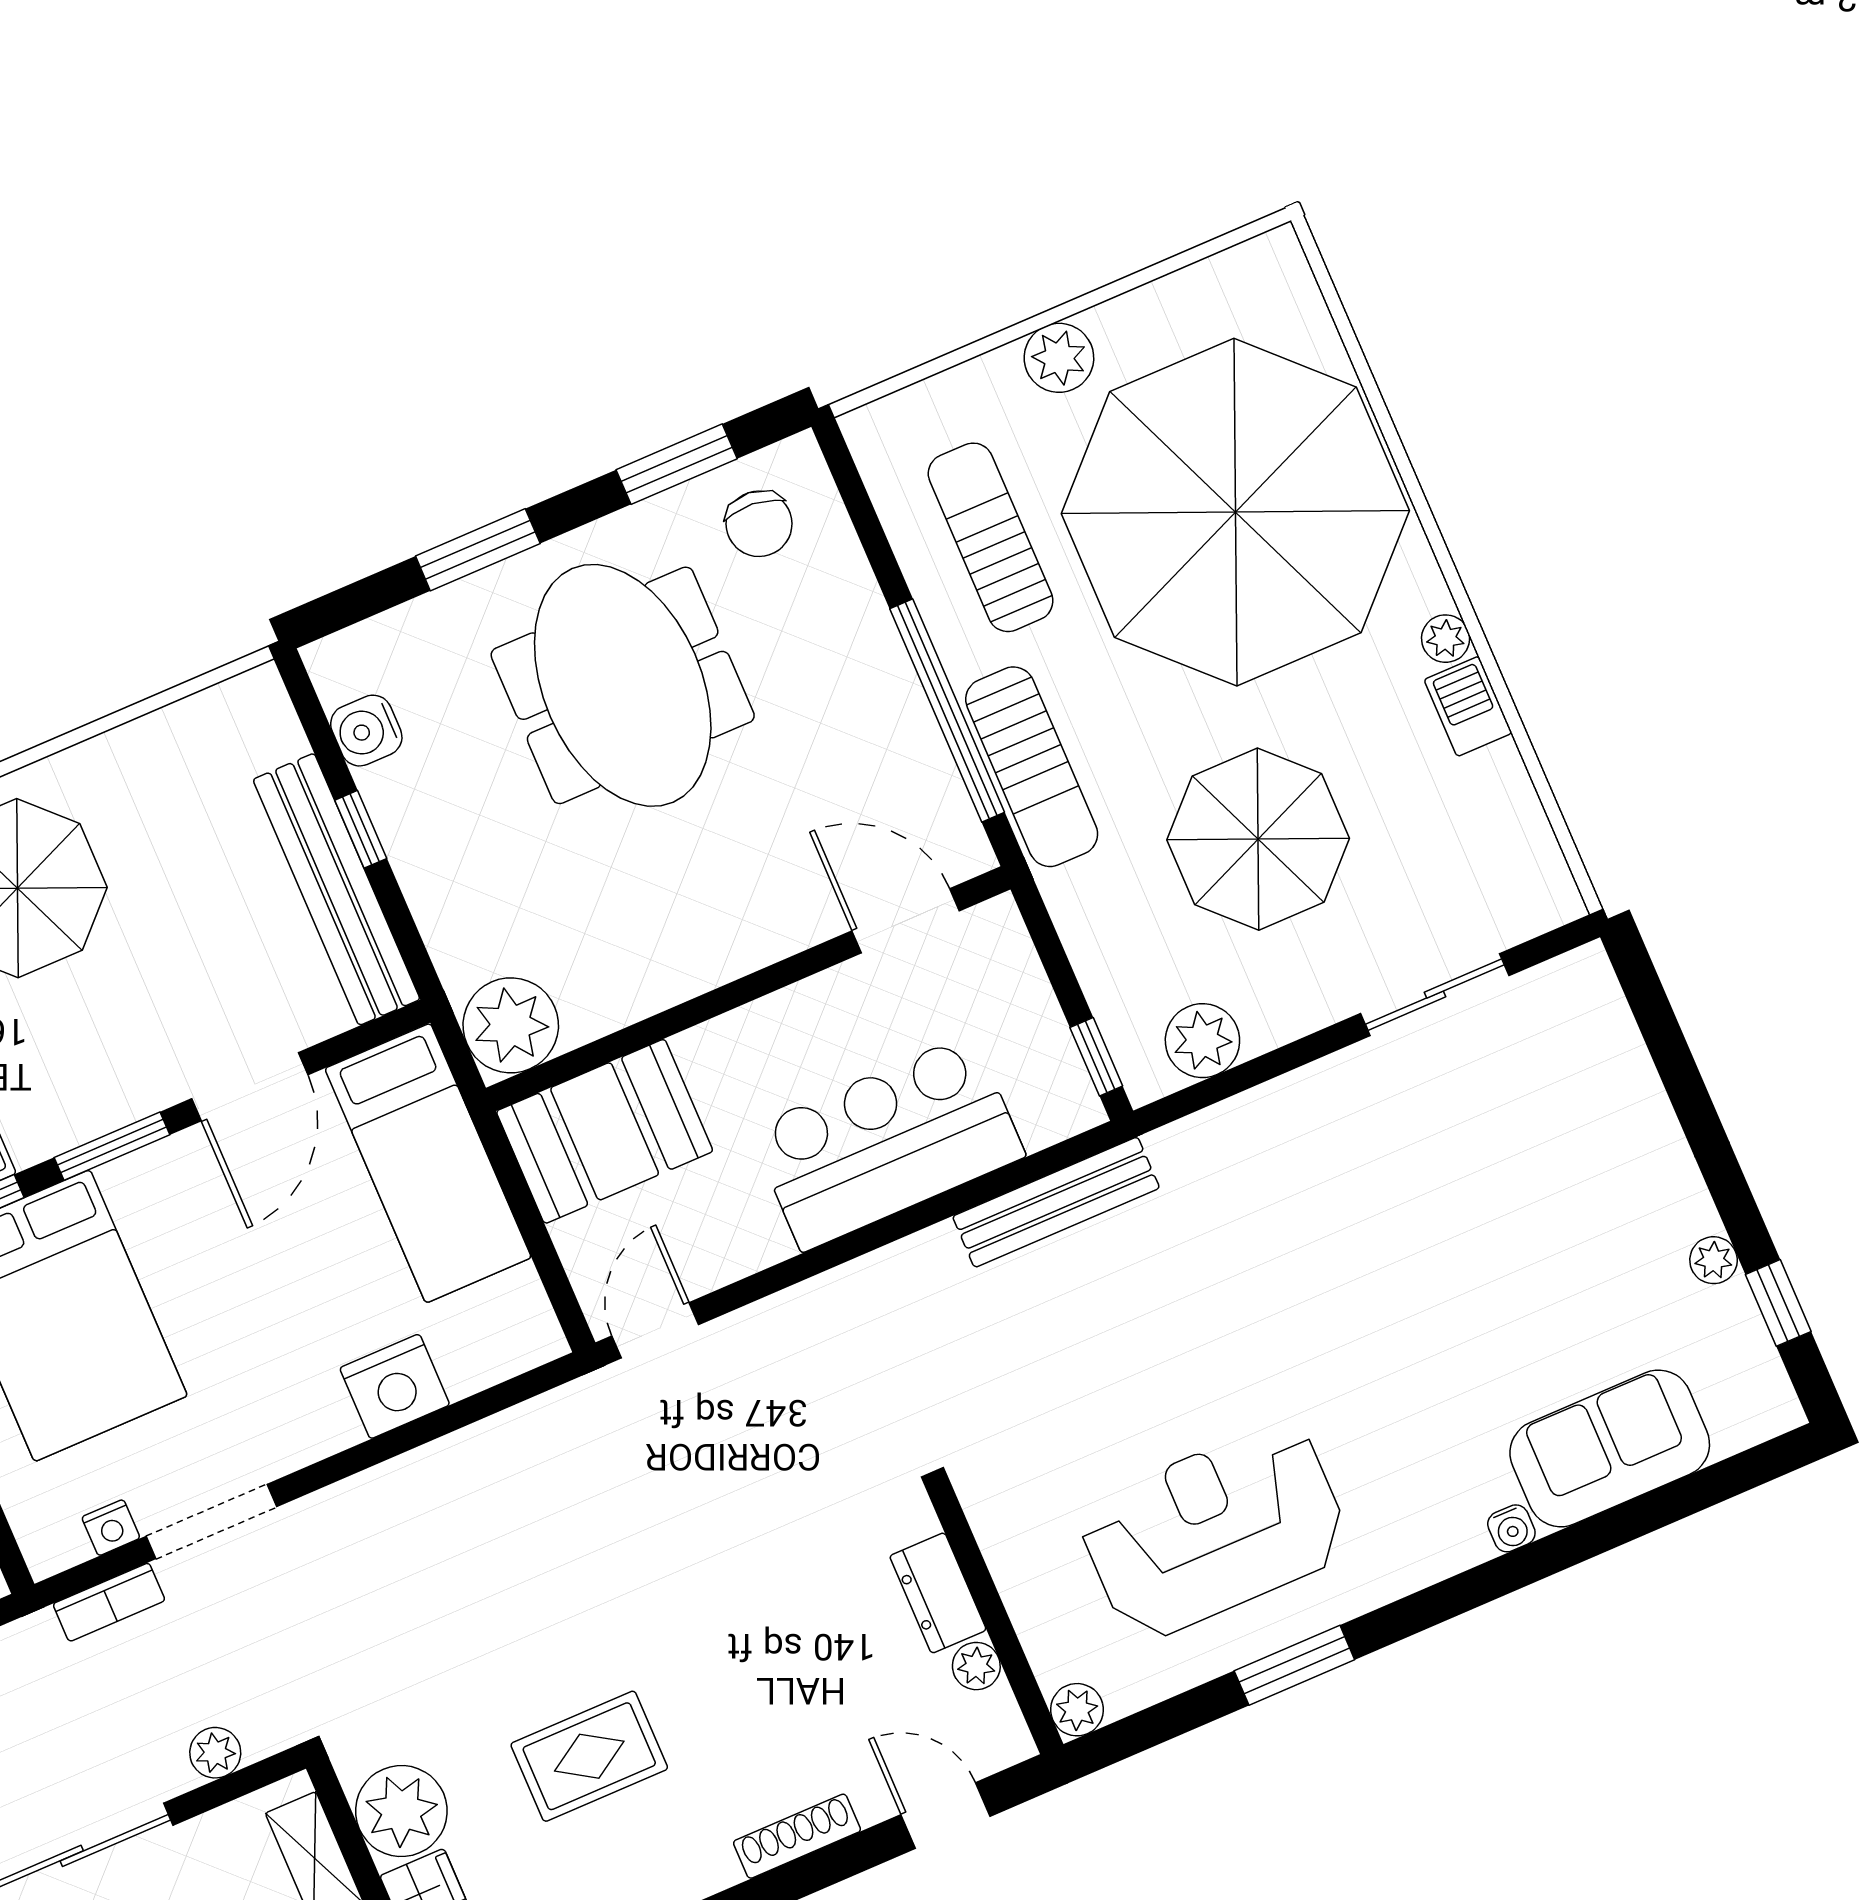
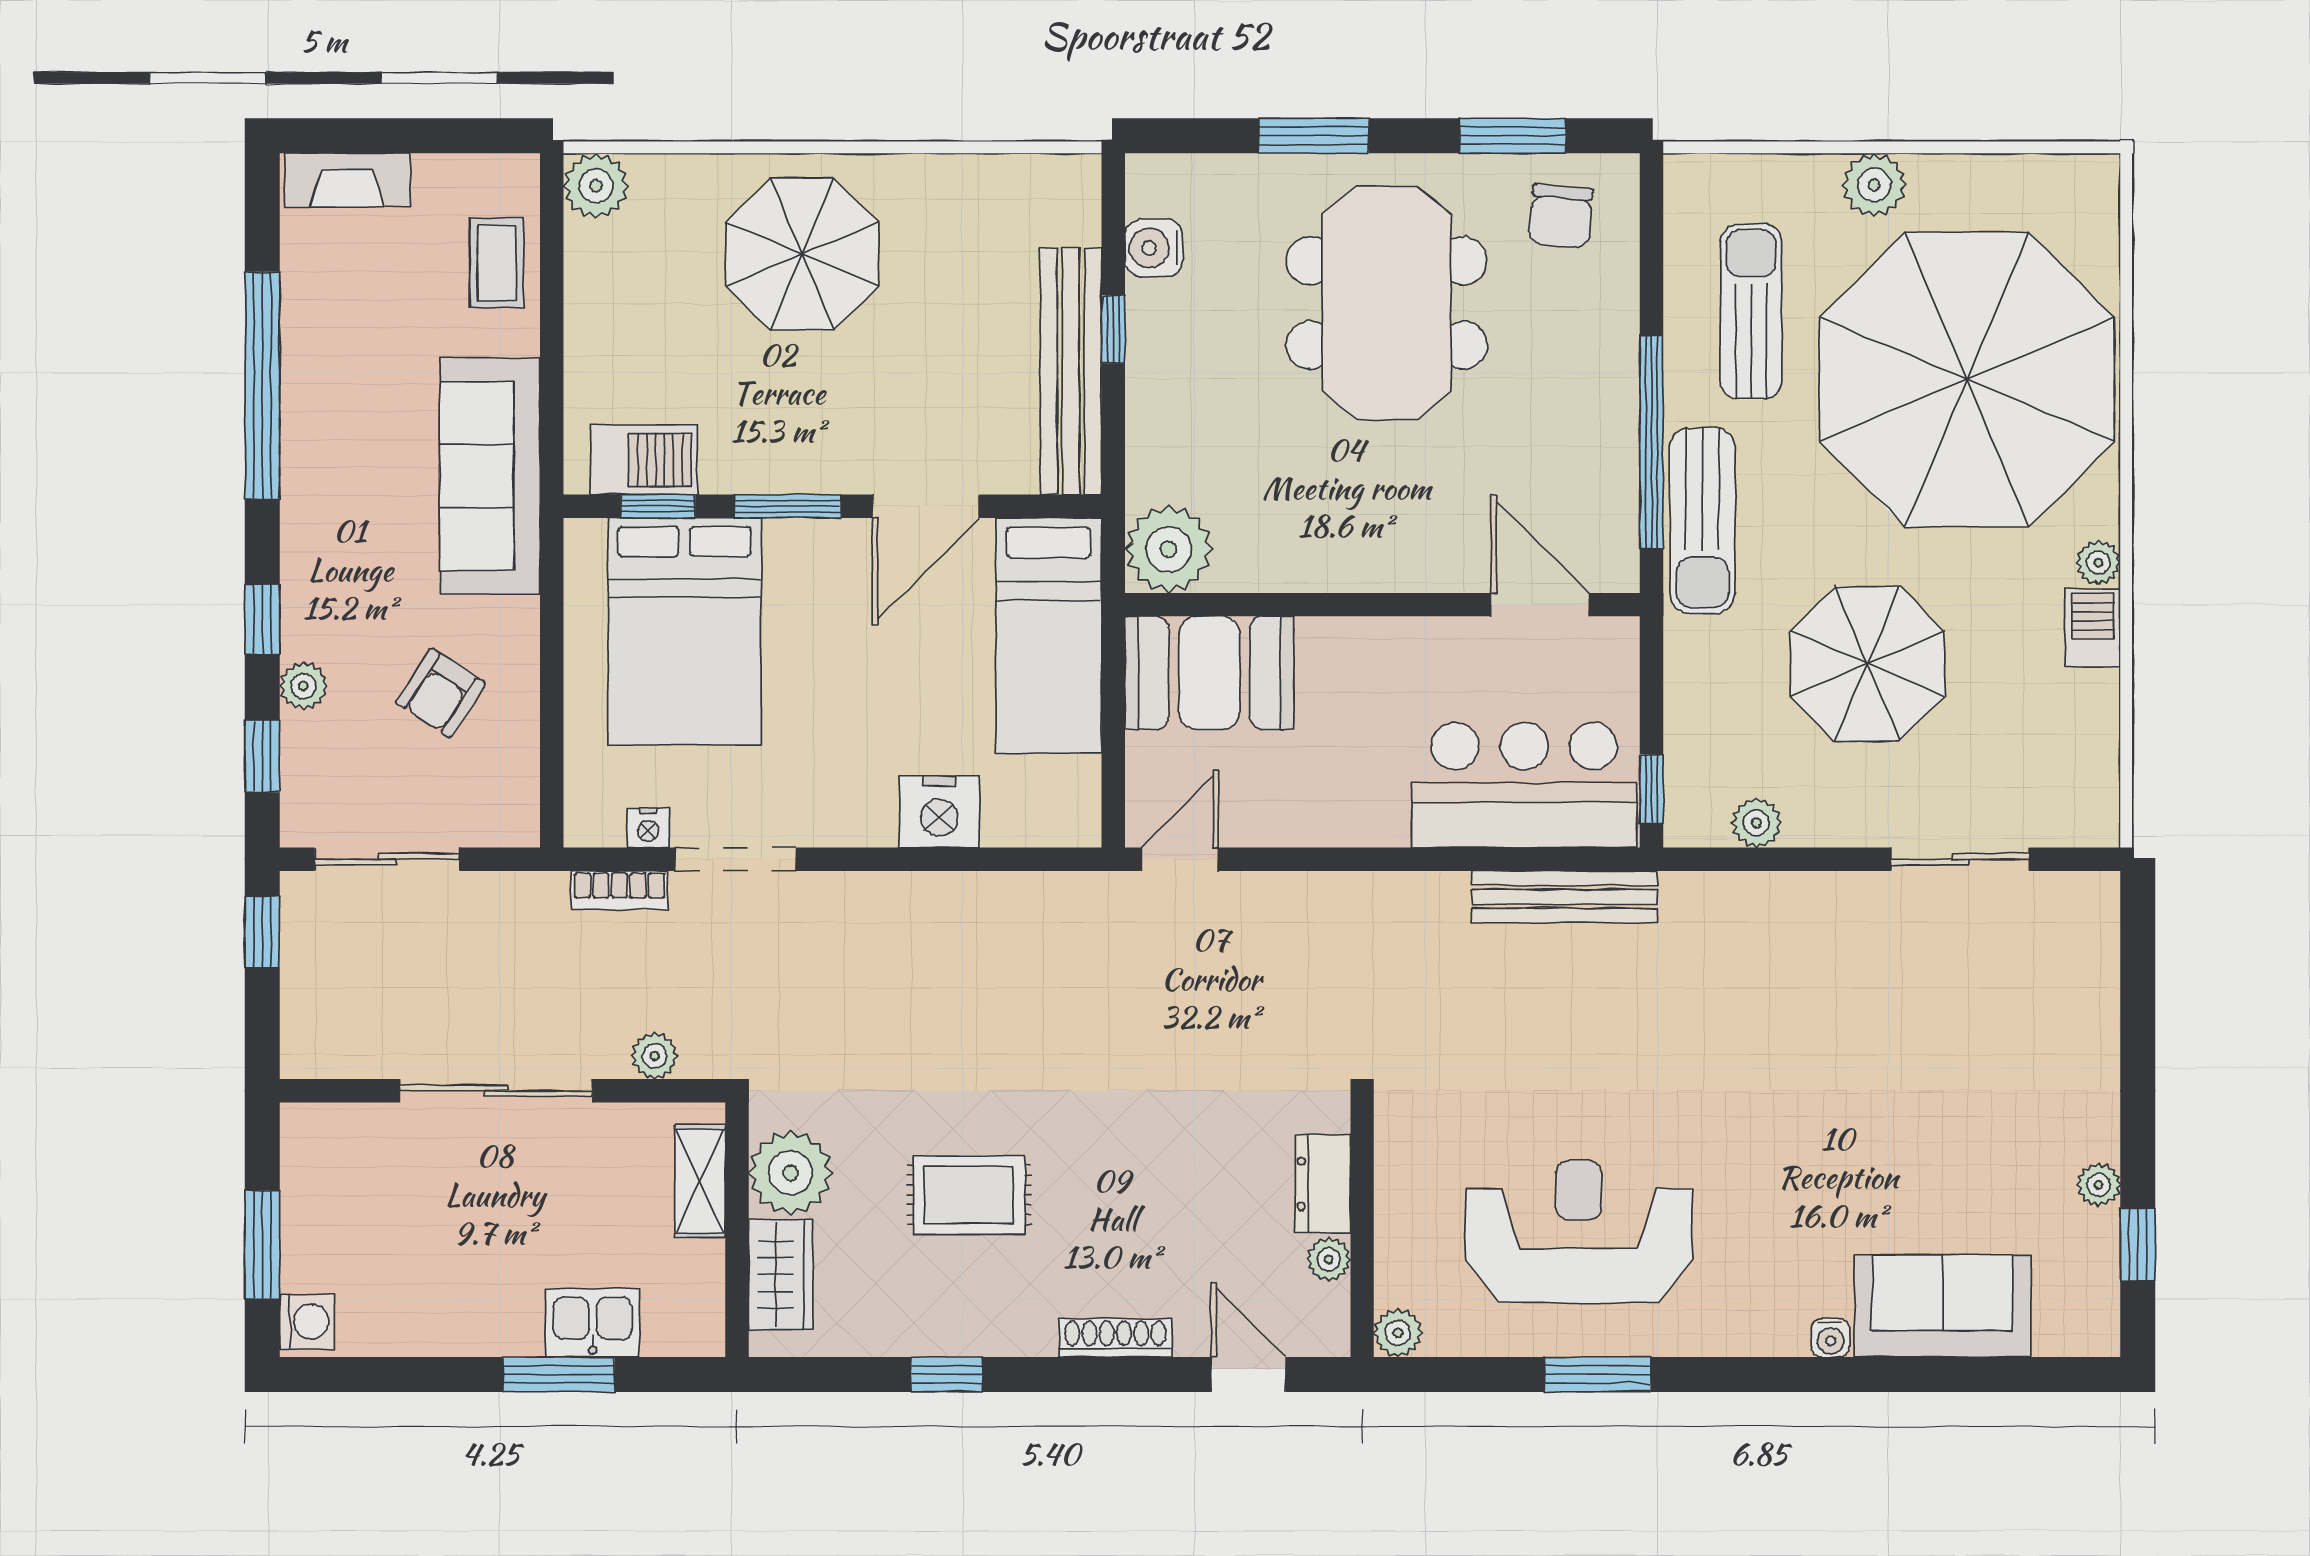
plant: (1202, 1041) -> (1756, 823), width x0.73, depth x0.73
bar counter: (887, 1142) -> (1524, 785), moved

